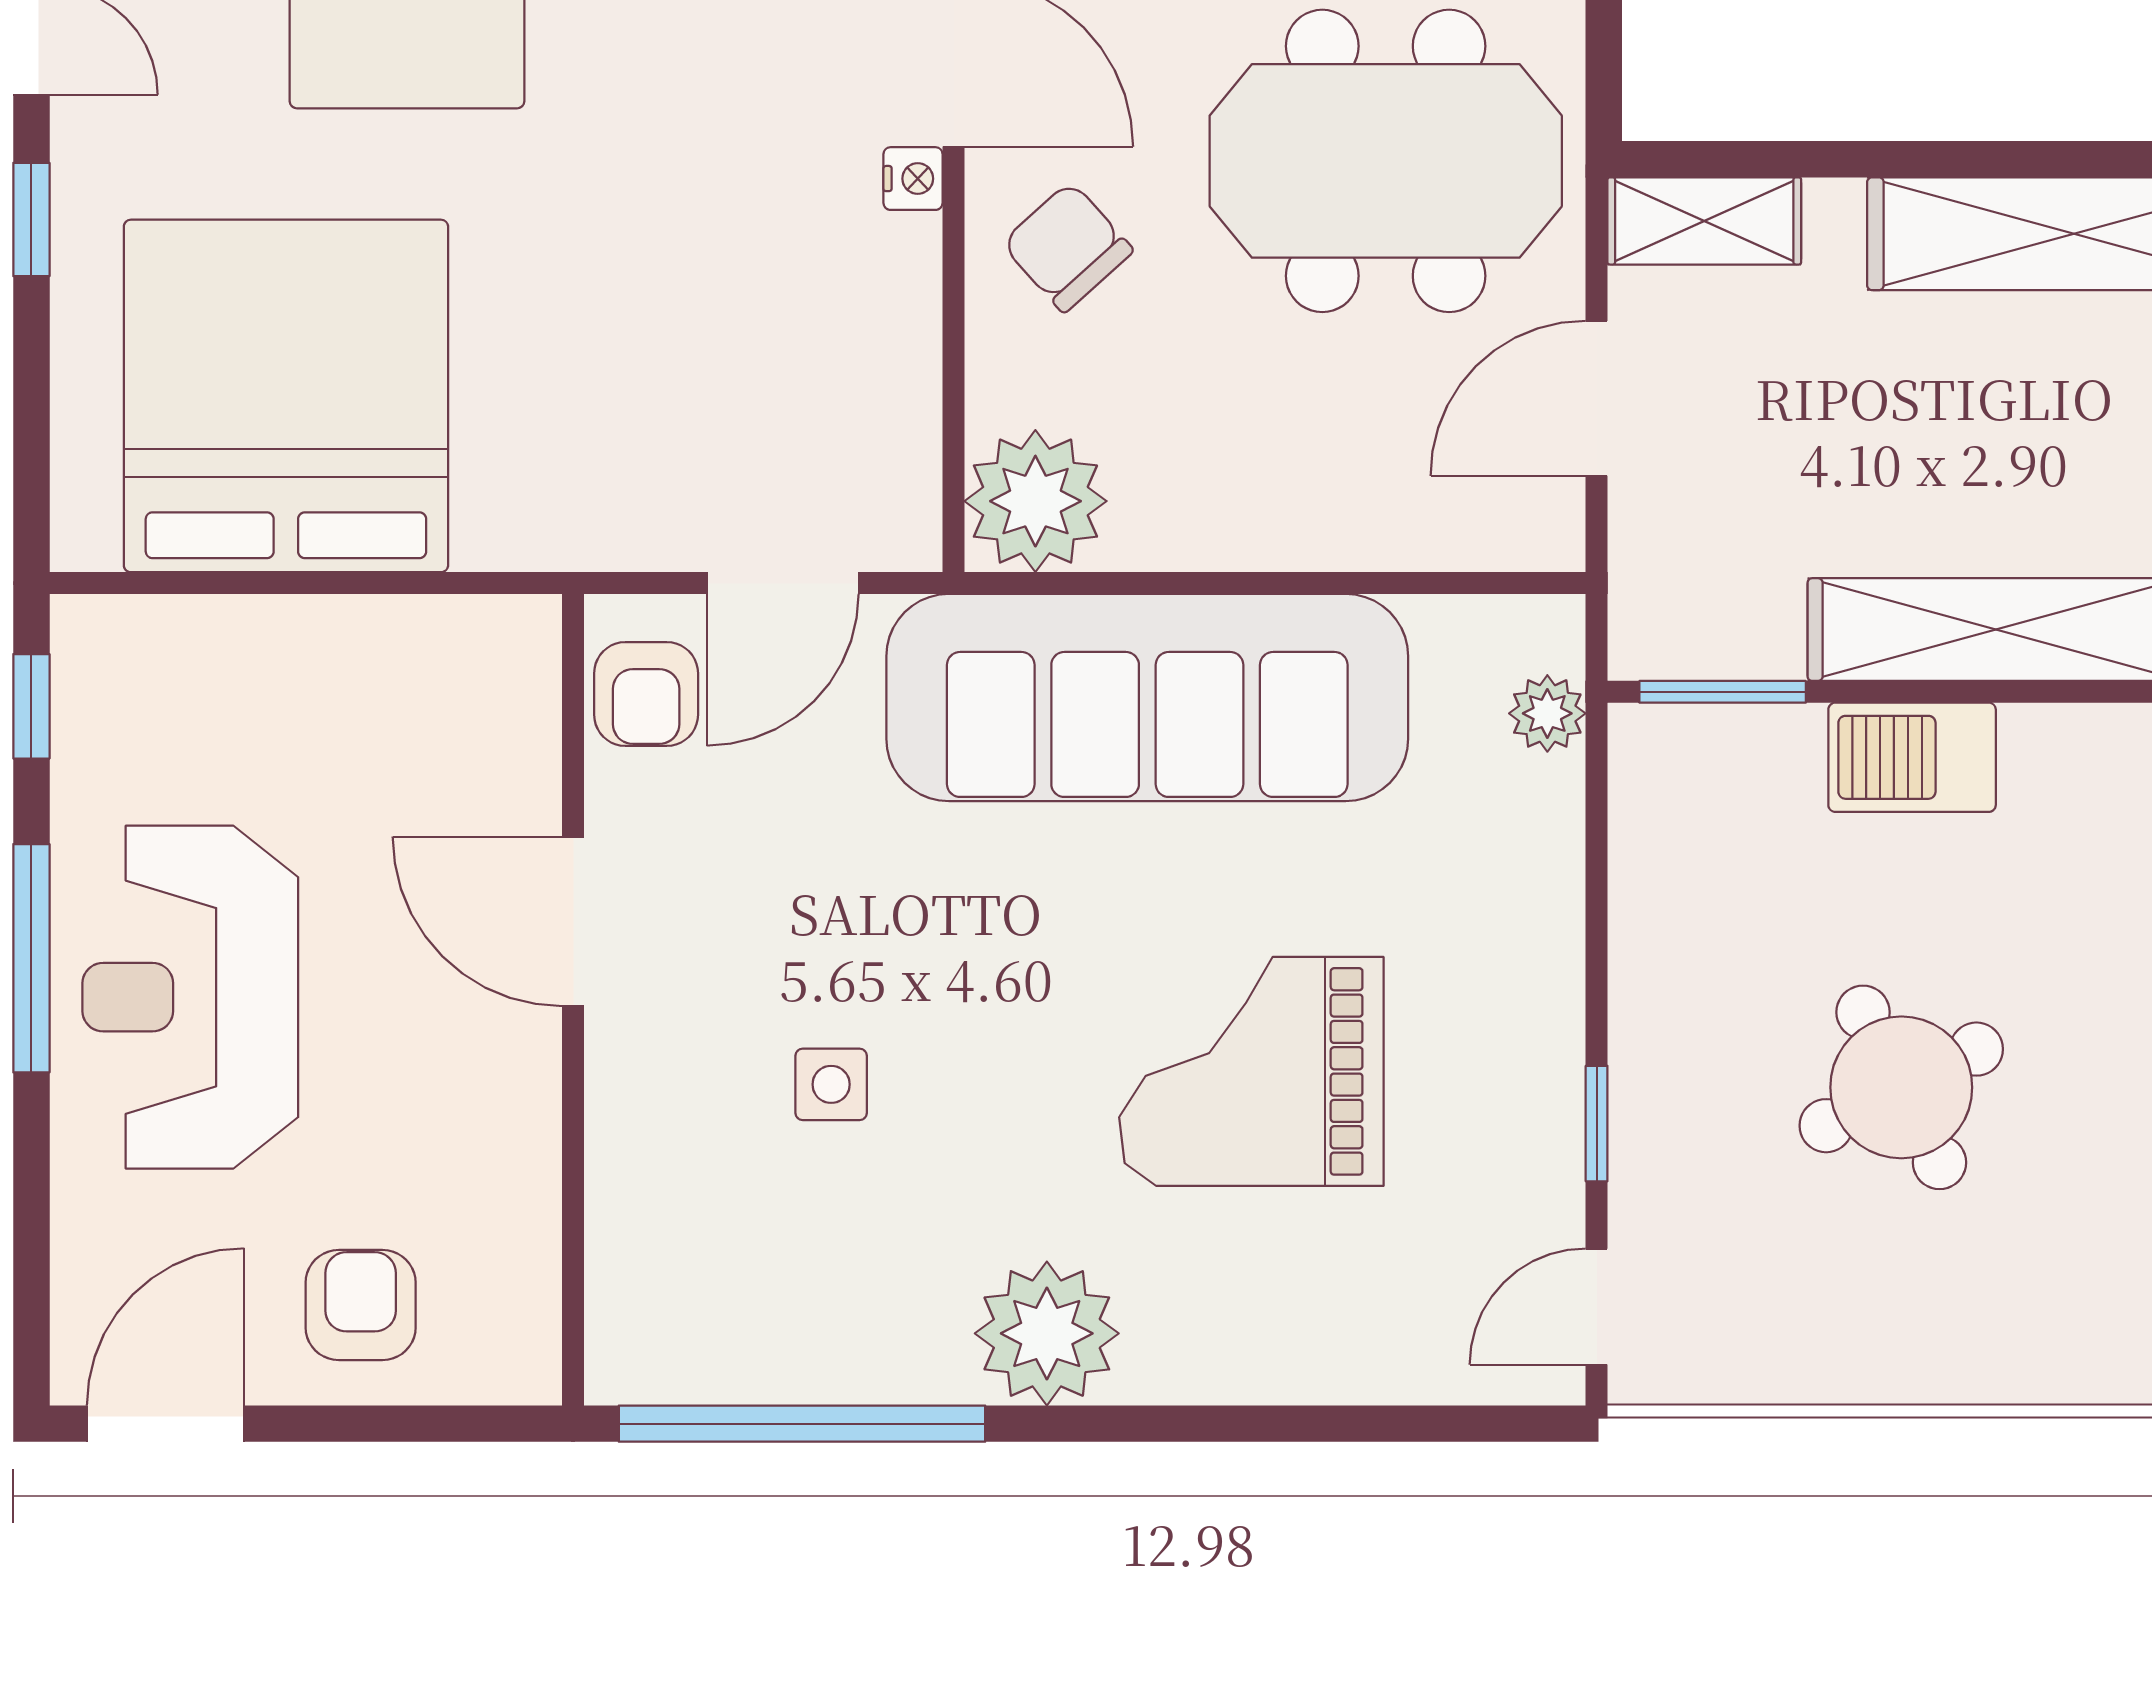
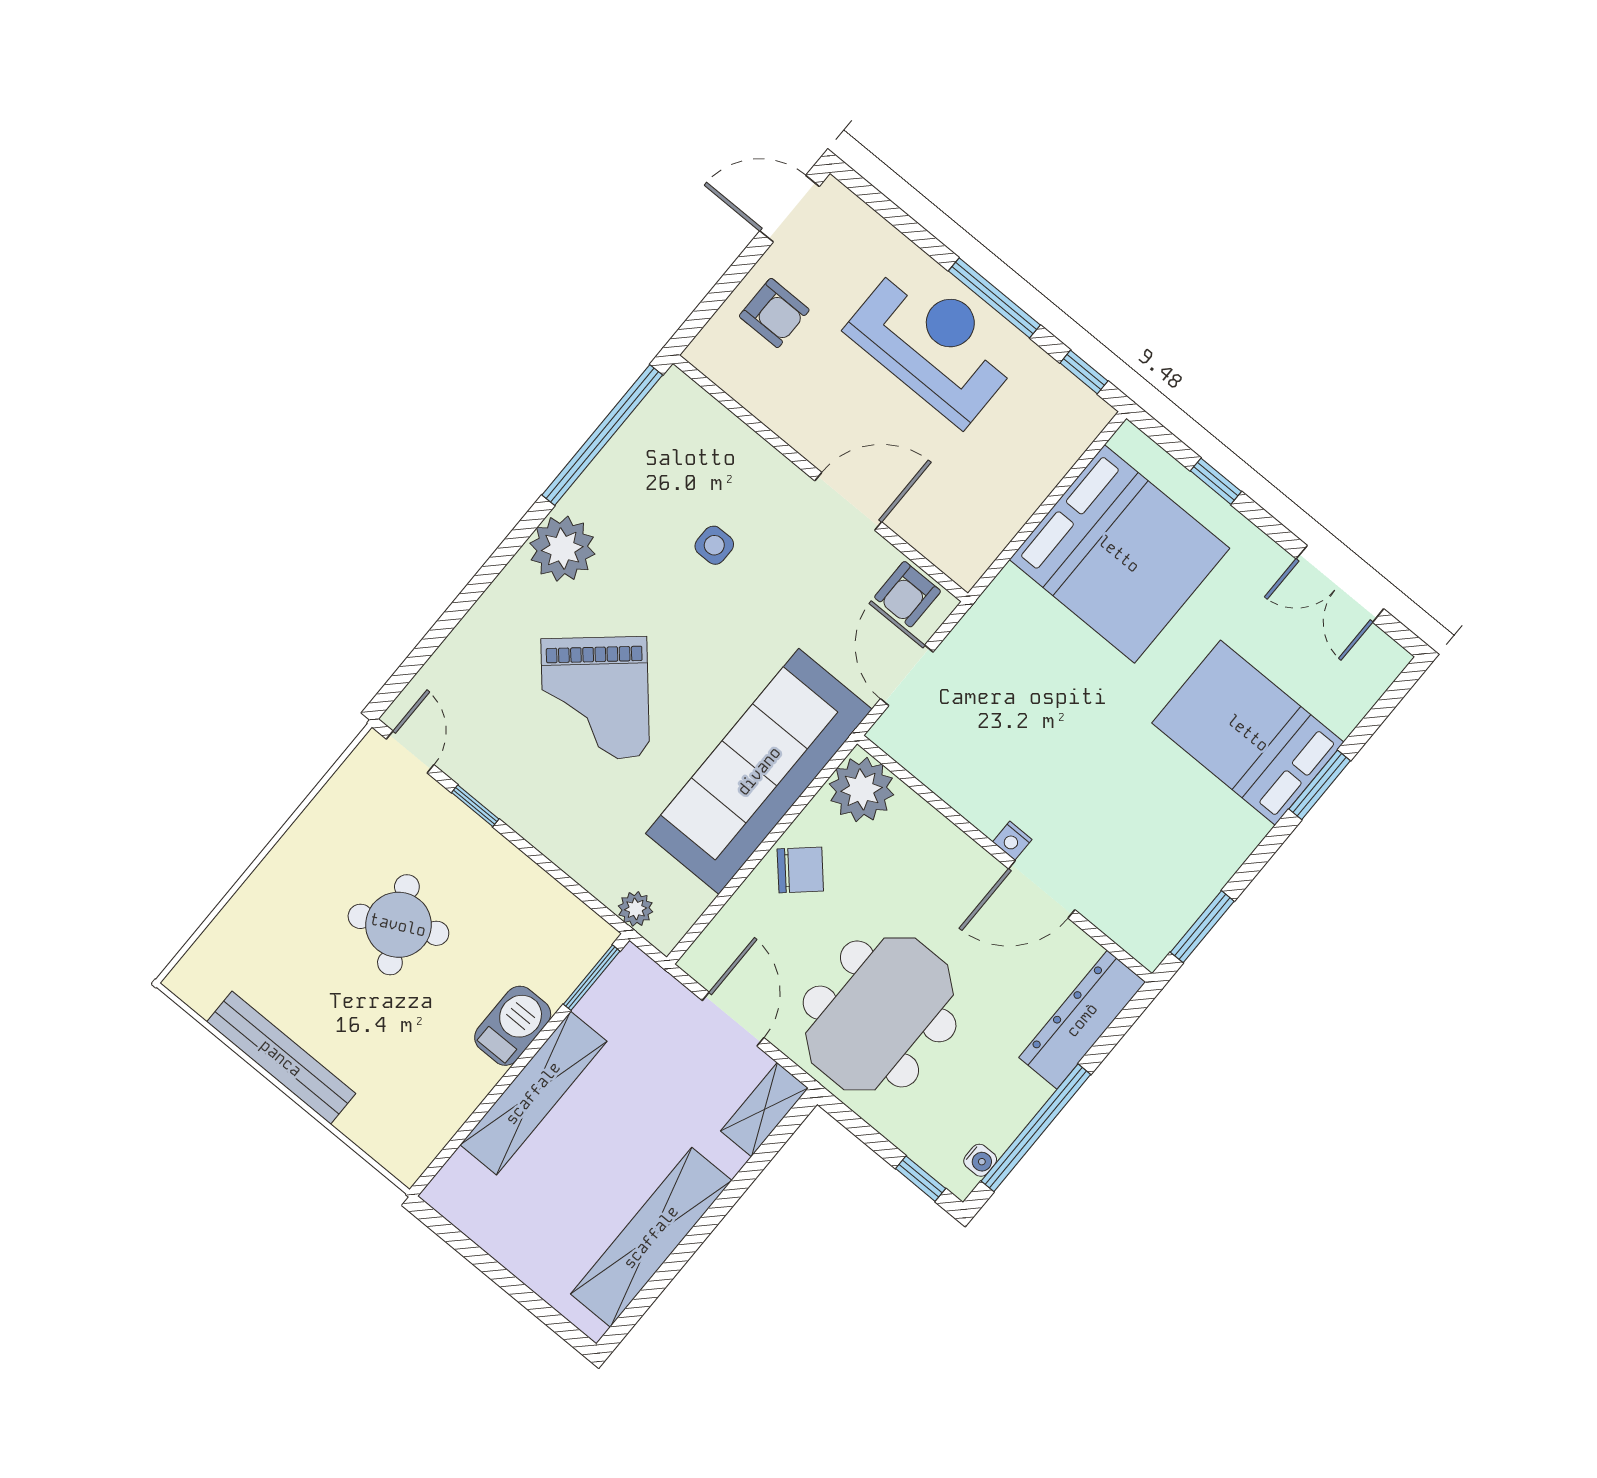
window: (31, 220) -> (1216, 481), moved
chair: (1067, 247) -> (800, 870), moved
armchair: (646, 694) -> (908, 594), turned -90
grand piano: (1251, 1071) -> (595, 698), turned 139
door: (165, 1424) -> (789, 209), swing flipped

